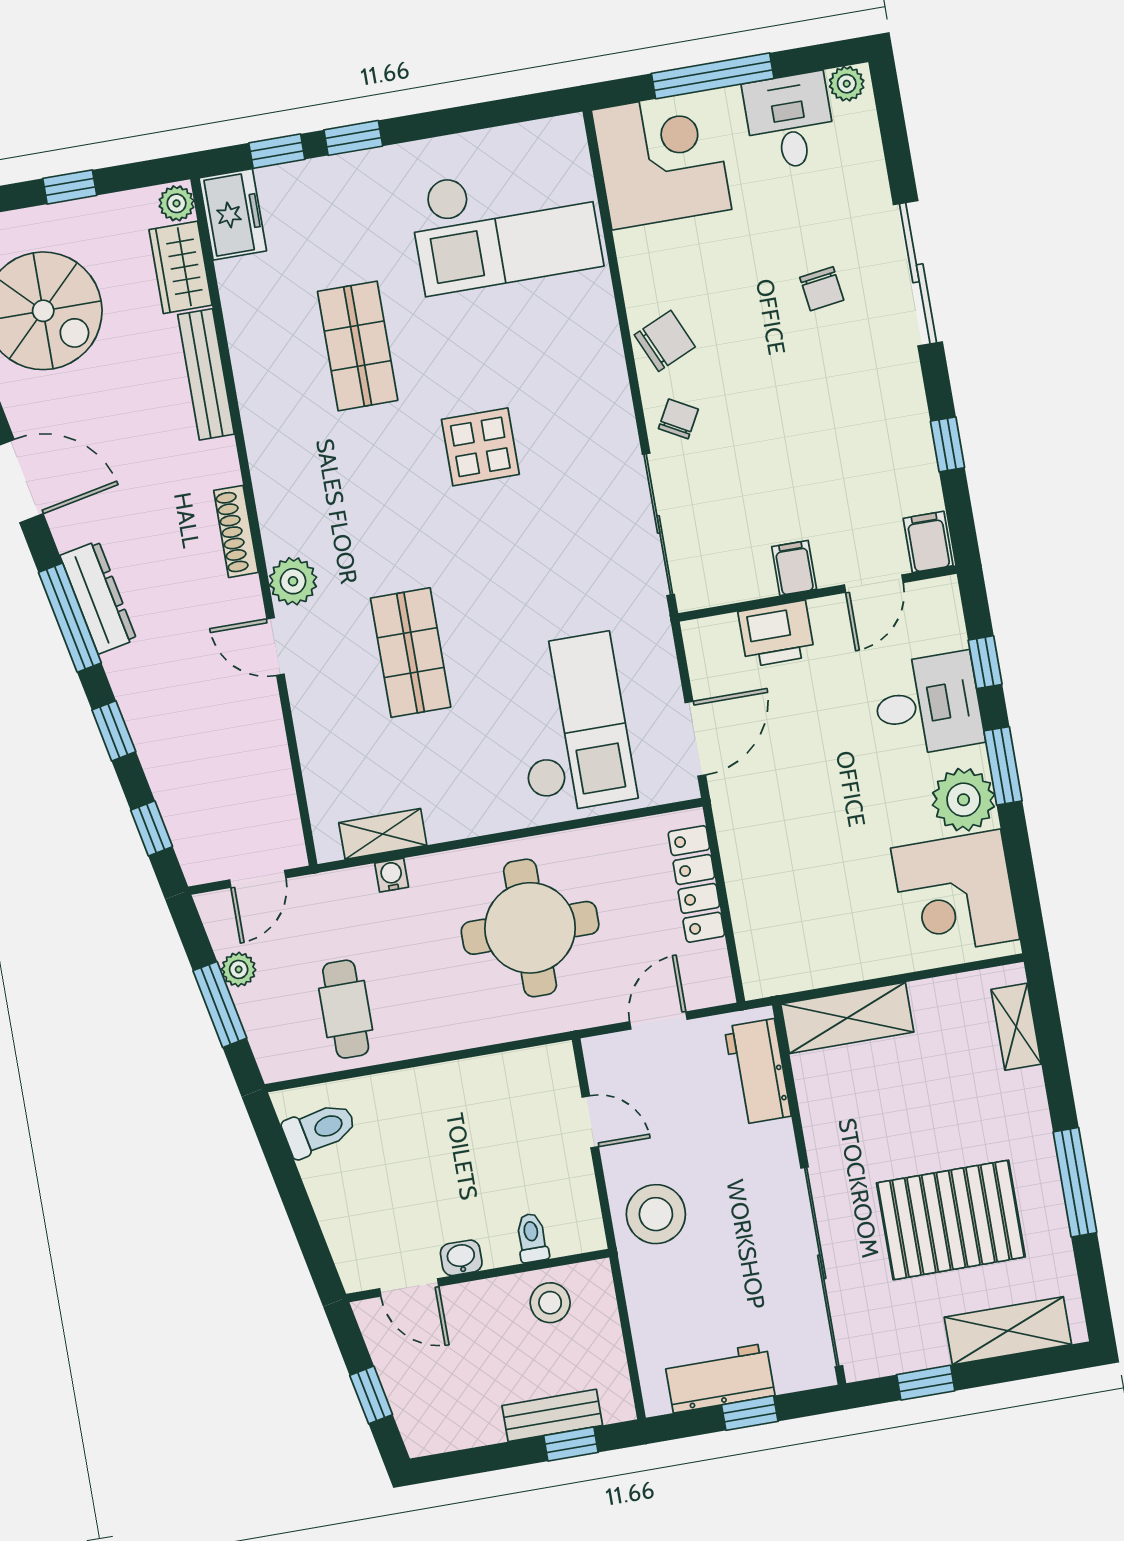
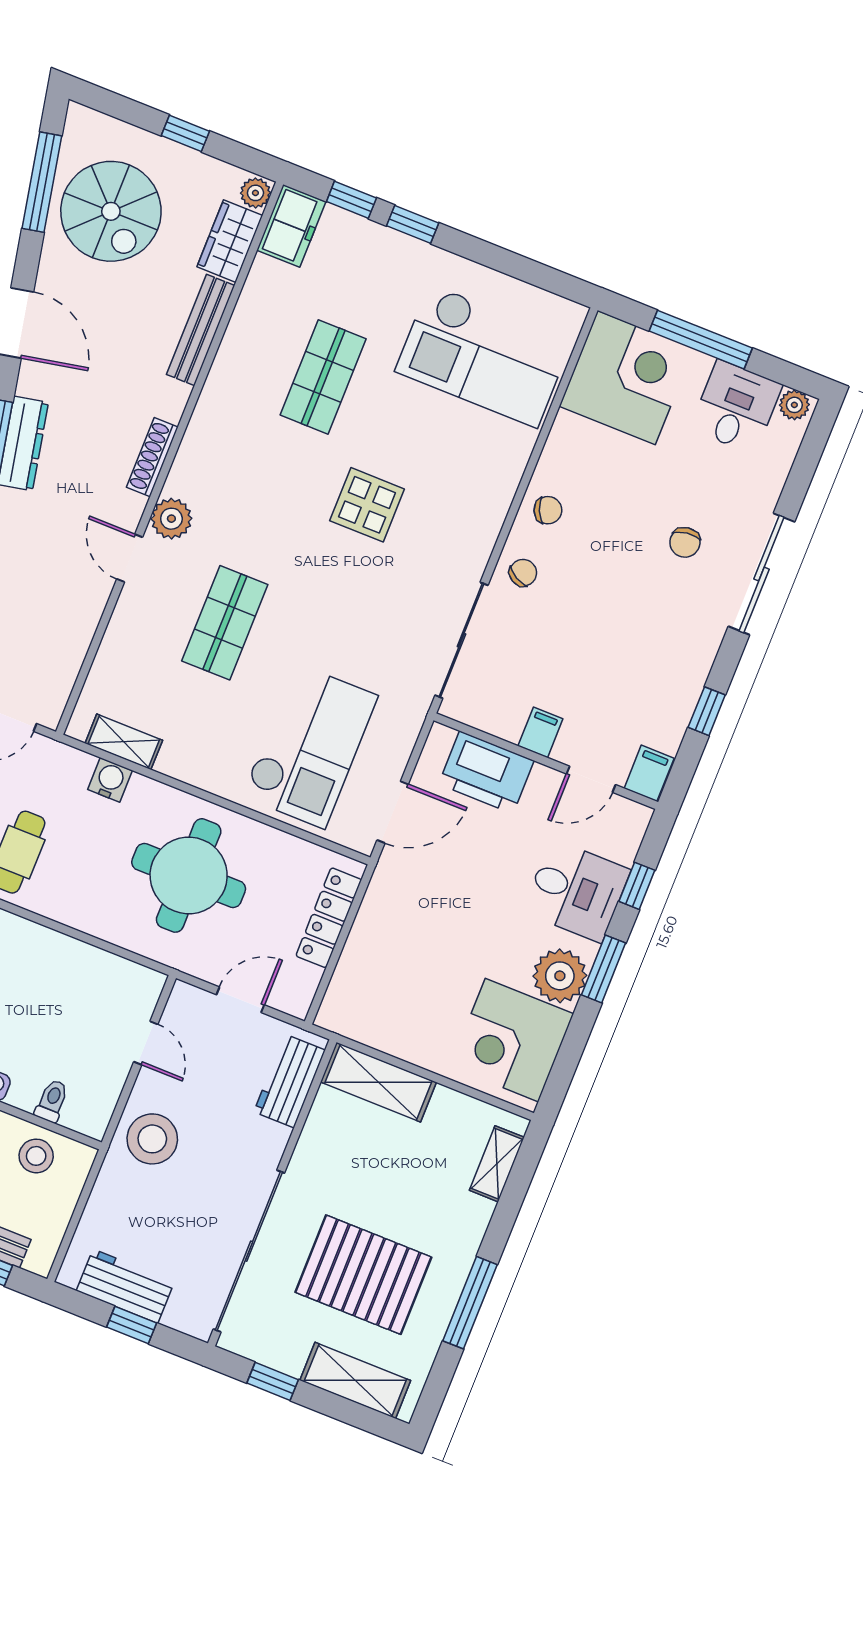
chair: (665, 341) -> (548, 510), width x0.73, depth x0.73
printer: (776, 634) -> (486, 772), width x1.37, depth x1.19
water cooler: (392, 875) -> (110, 780), width x1.38, depth x1.38

